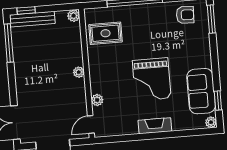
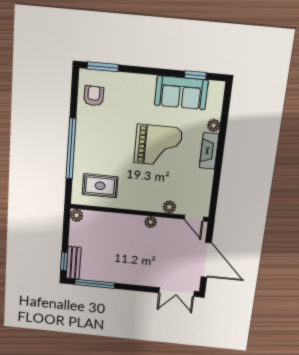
bench: (32, 19) -> (74, 263), width x0.73
rug: (105, 33) -> (100, 186), turned 90
plant: (79, 72) -> (151, 222), moved
plant: (211, 122) -> (214, 125), moved

